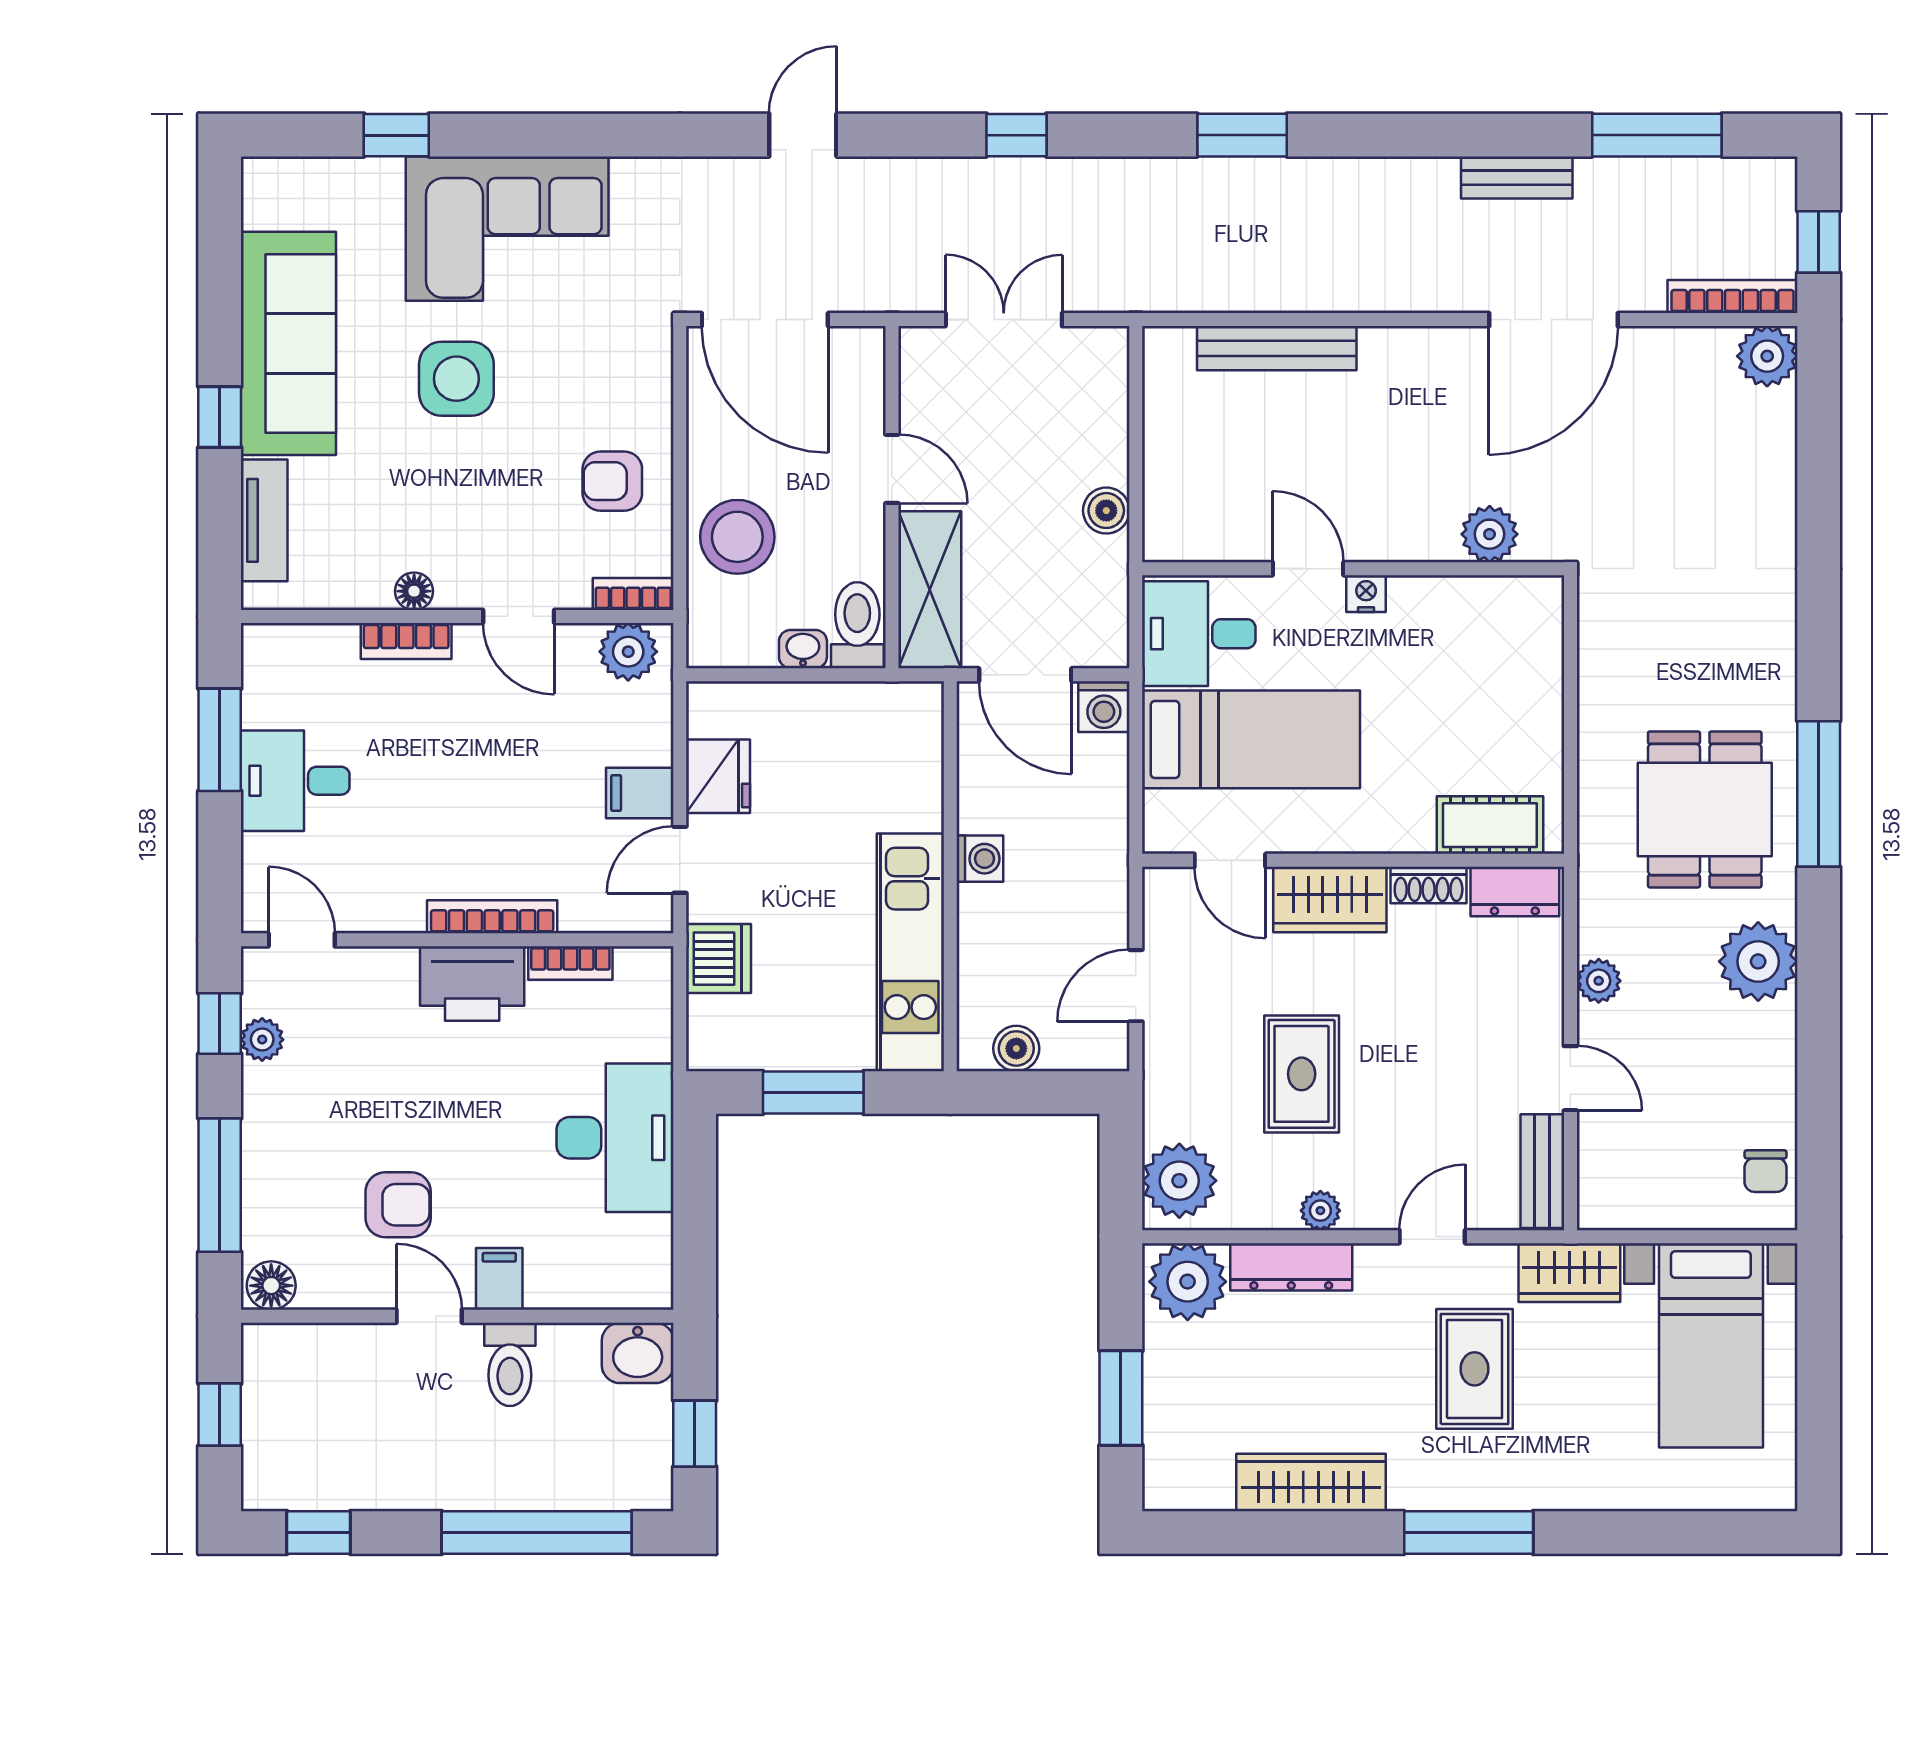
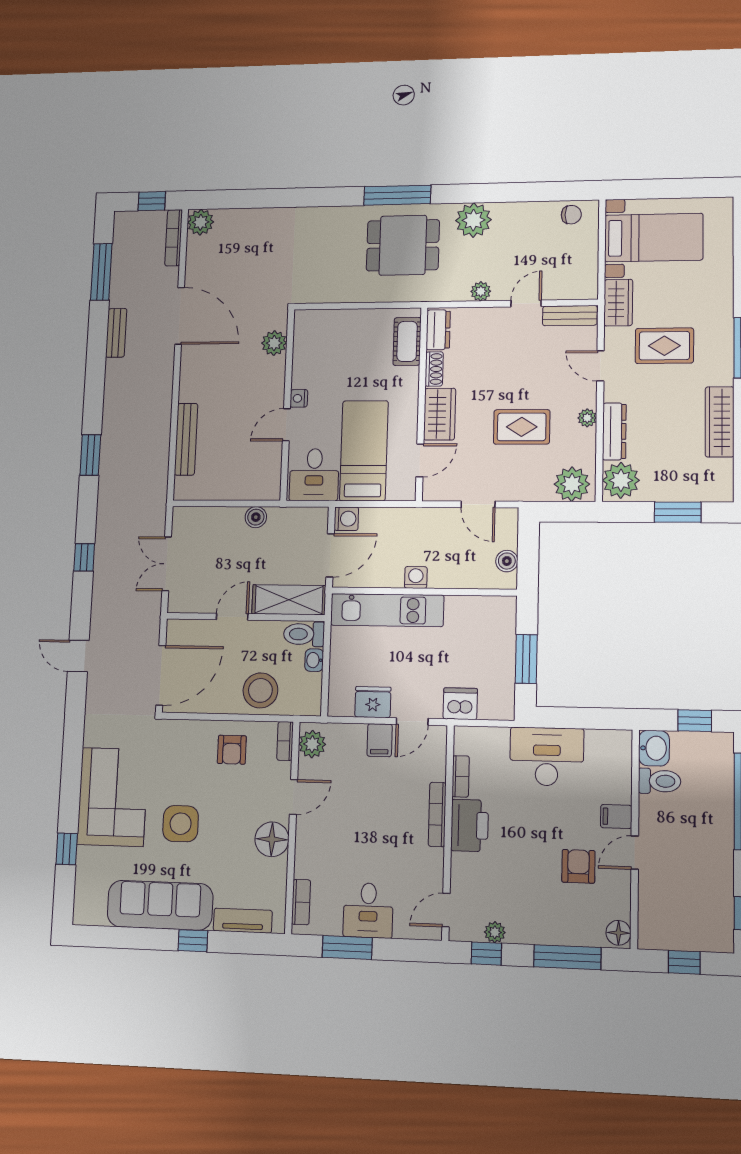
floor lamp: (414, 591) -> (272, 839), width x1.89, depth x1.89
bookcase: (406, 641) -> (301, 902), moved
door: (680, 860) -> (412, 721), hinge flipped
kitchen unit: (910, 952) -> (387, 610), moved
toilet: (510, 1364) -> (660, 781), moved

